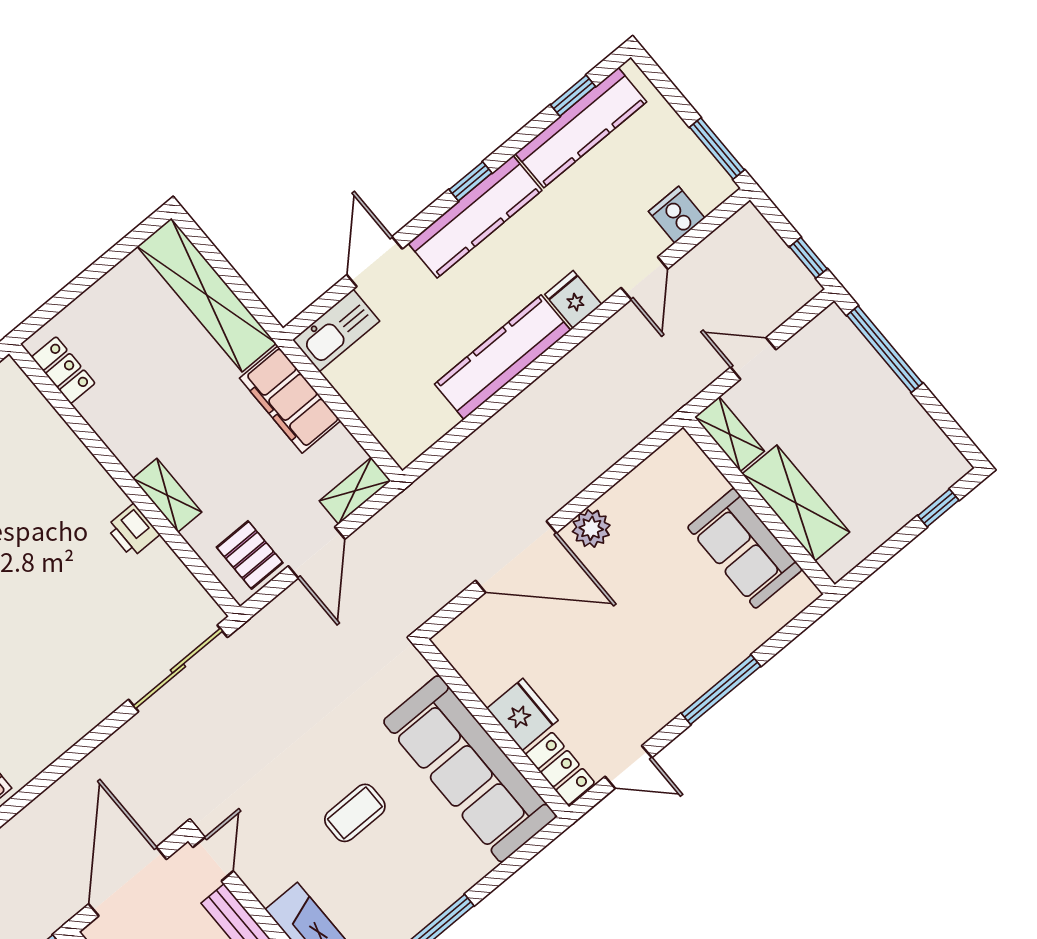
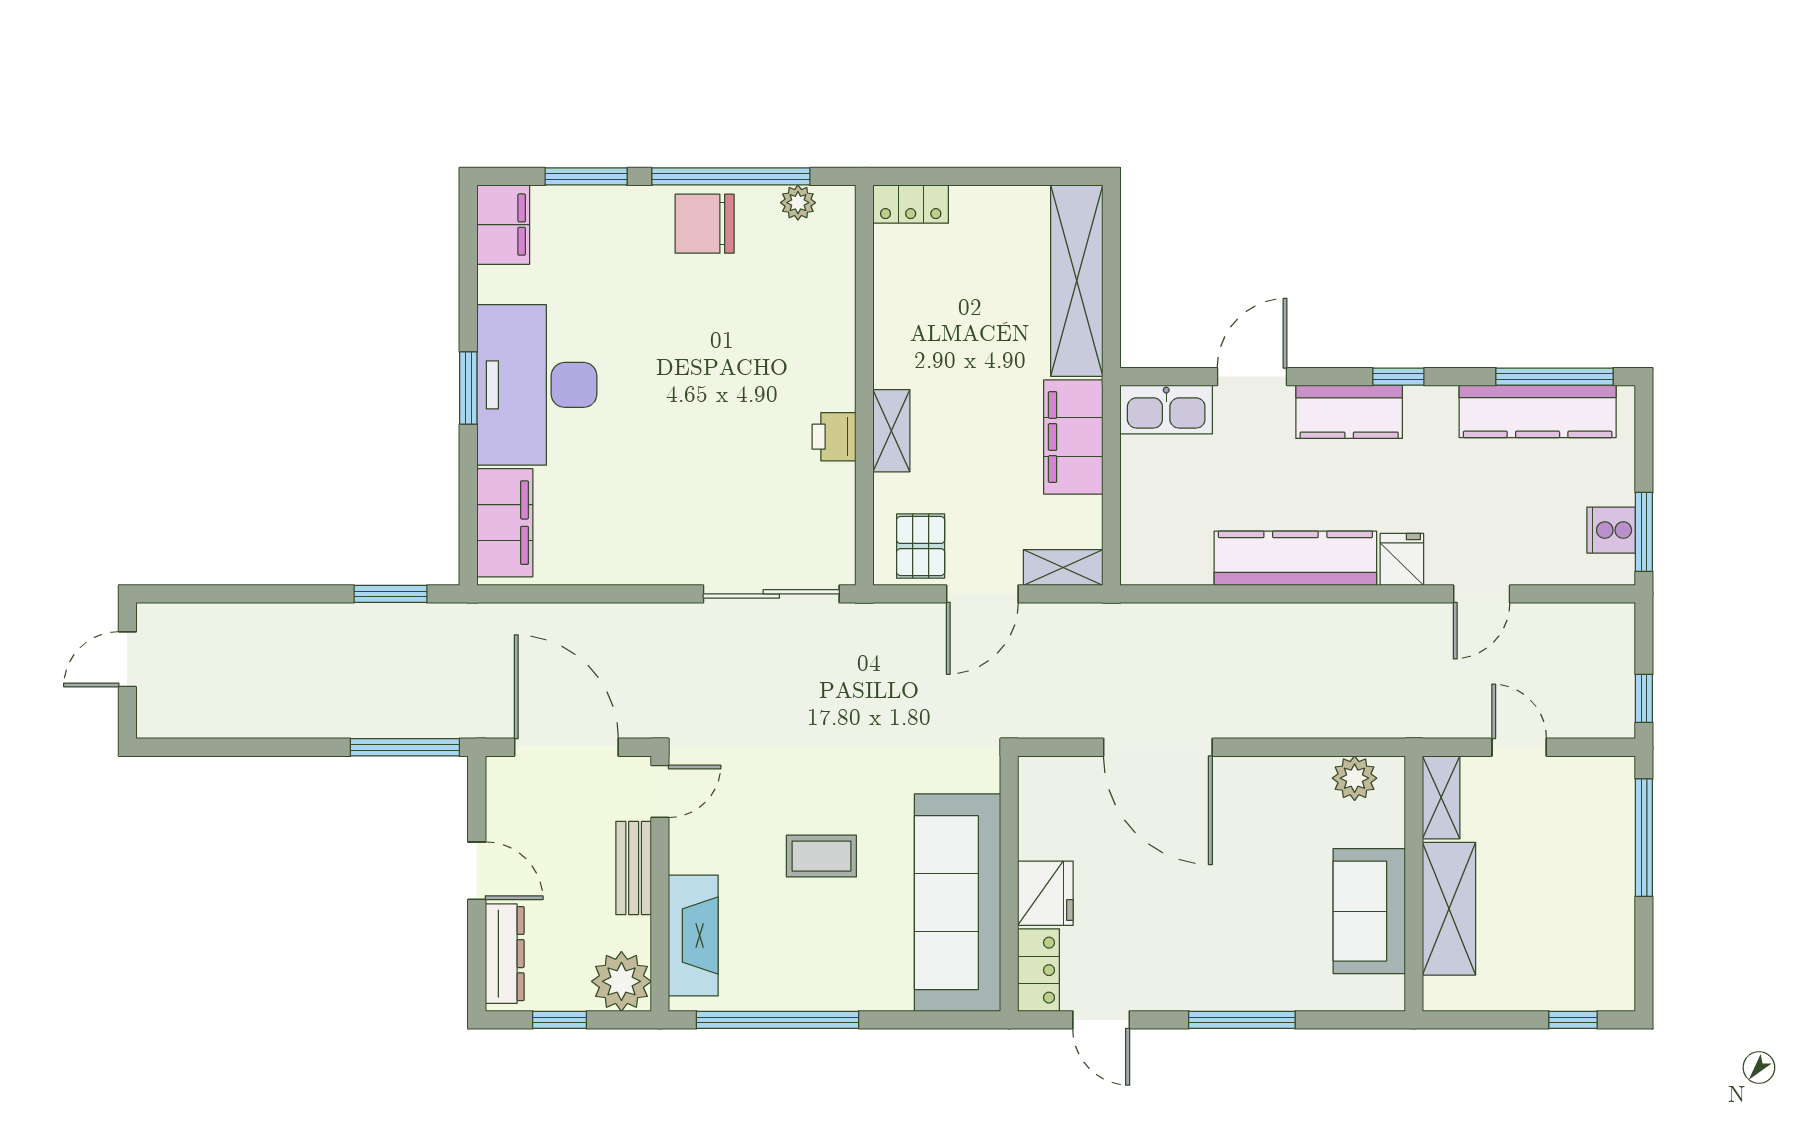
window: (573, 96) -> (1555, 377), width x2.17
cooker: (677, 215) -> (1611, 530), moved, turned -90
kitchen counter: (475, 217) -> (1349, 412), width x0.67
locker: (63, 370) -> (911, 204), moved, turned 90
plant: (591, 528) -> (1355, 778), moved
door: (128, 882) -> (566, 747), hinge flipped

